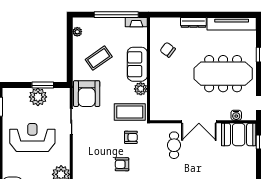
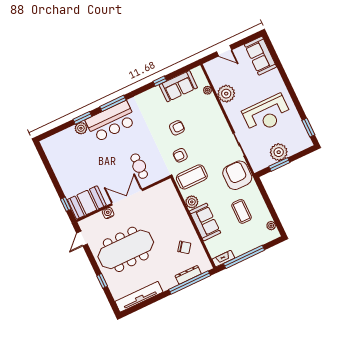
window: (178, 15) -> (190, 283), added
dresser: (193, 22) -> (188, 275), moved
coffee table: (99, 58) -> (242, 211), turned -55
water cooler: (236, 115) -> (108, 213), moved

